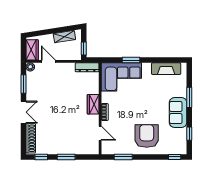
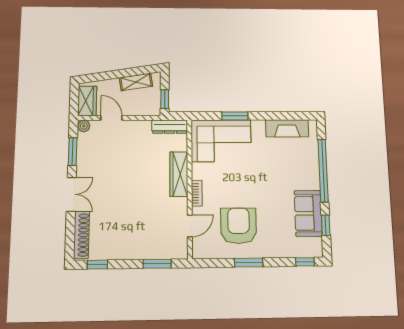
window: (189, 97) -> (323, 170), width x2.11
wardrobe: (93, 104) -> (179, 174), width x1.50
sofa: (178, 113) -> (308, 213), moved
door: (100, 133) -> (190, 226), hinge flipped
armchair: (147, 136) -> (239, 226), moved
window: (66, 157) -> (157, 264), moved
window: (123, 157) -> (249, 263), moved

